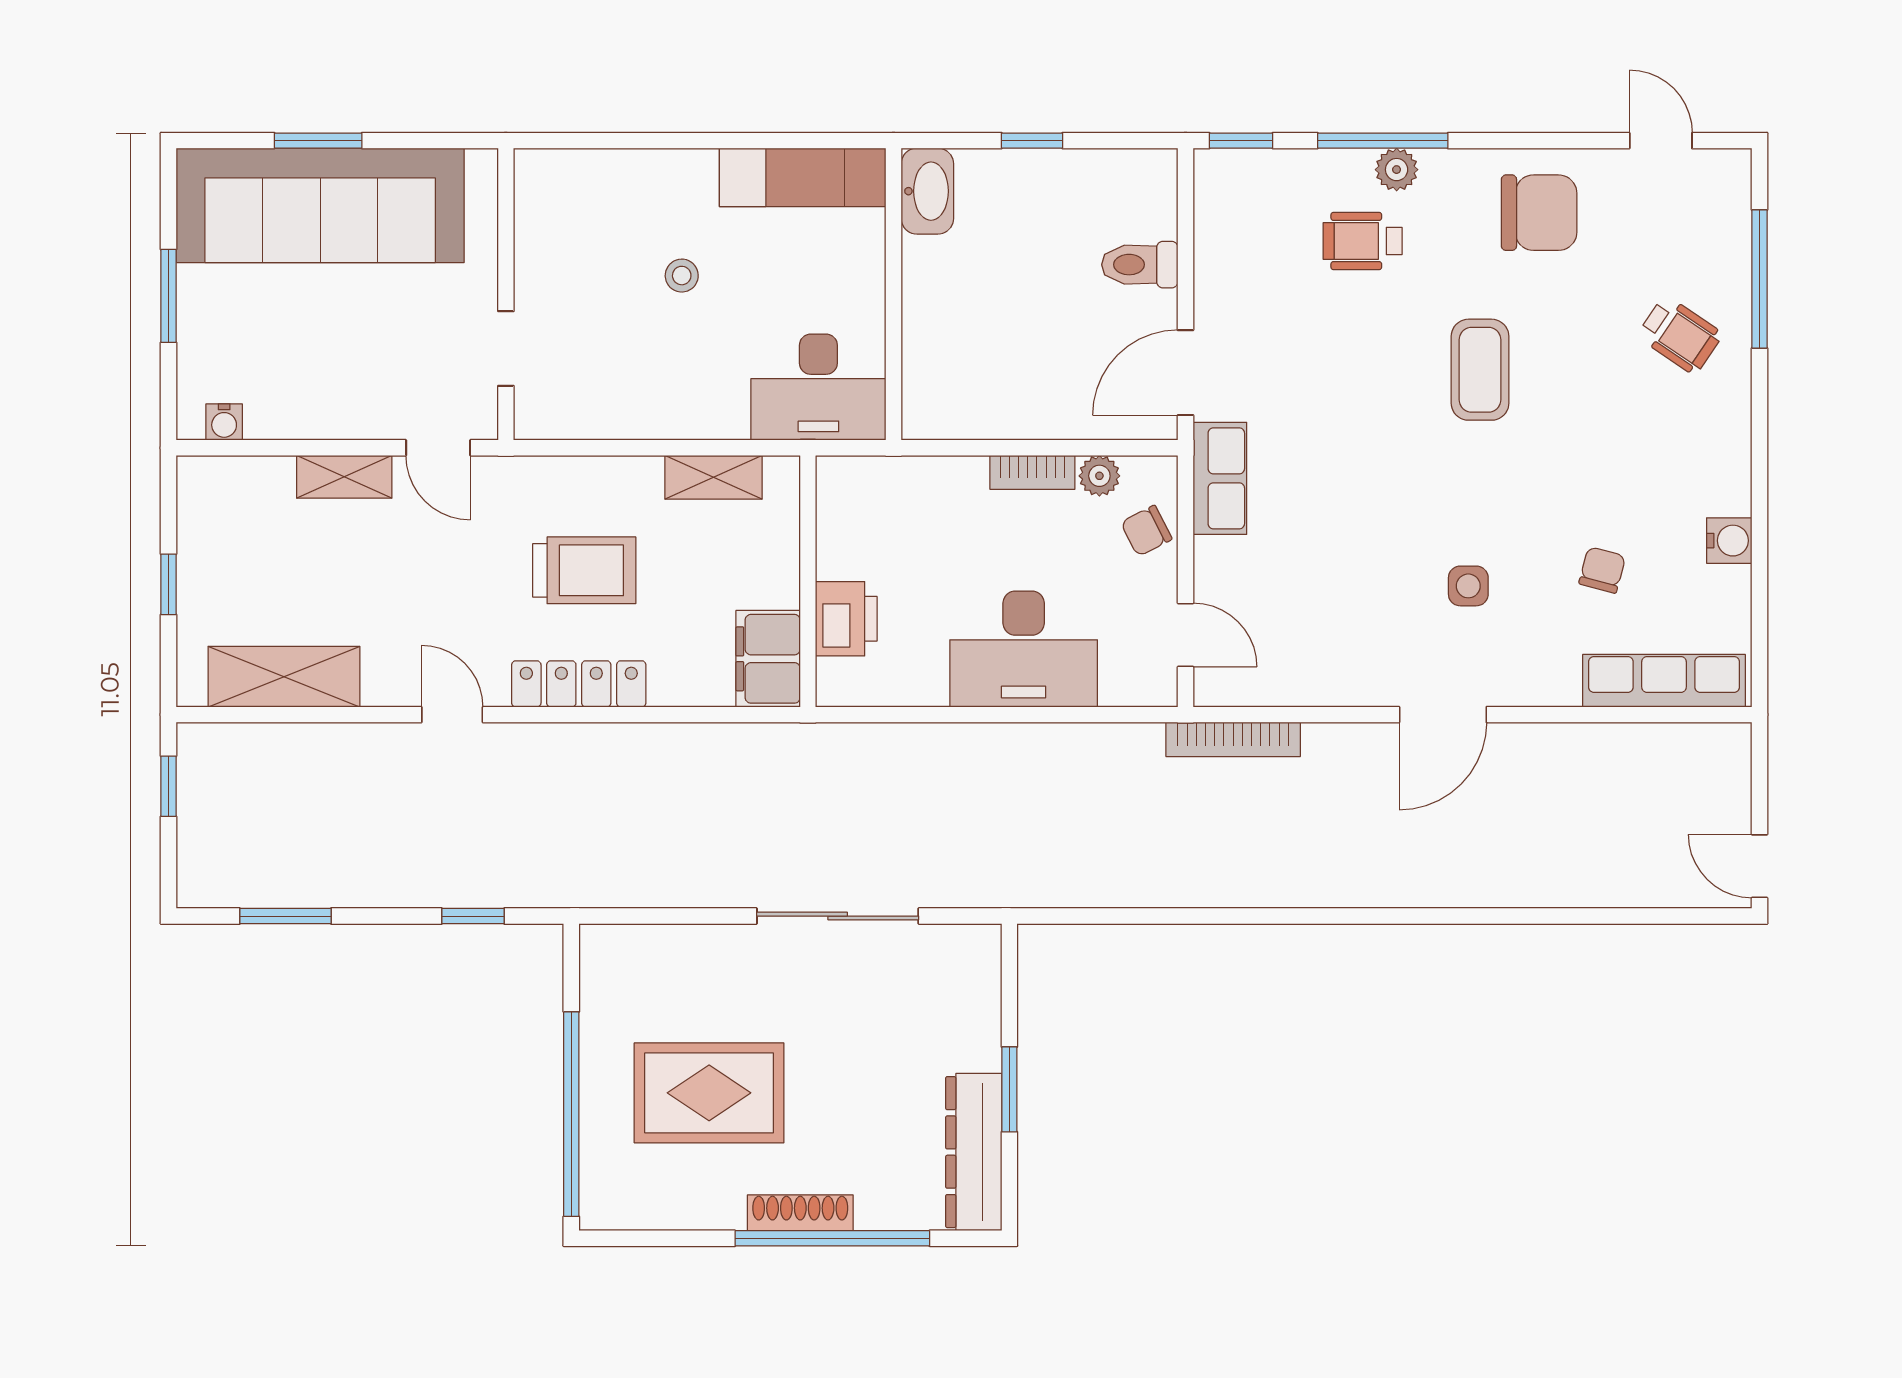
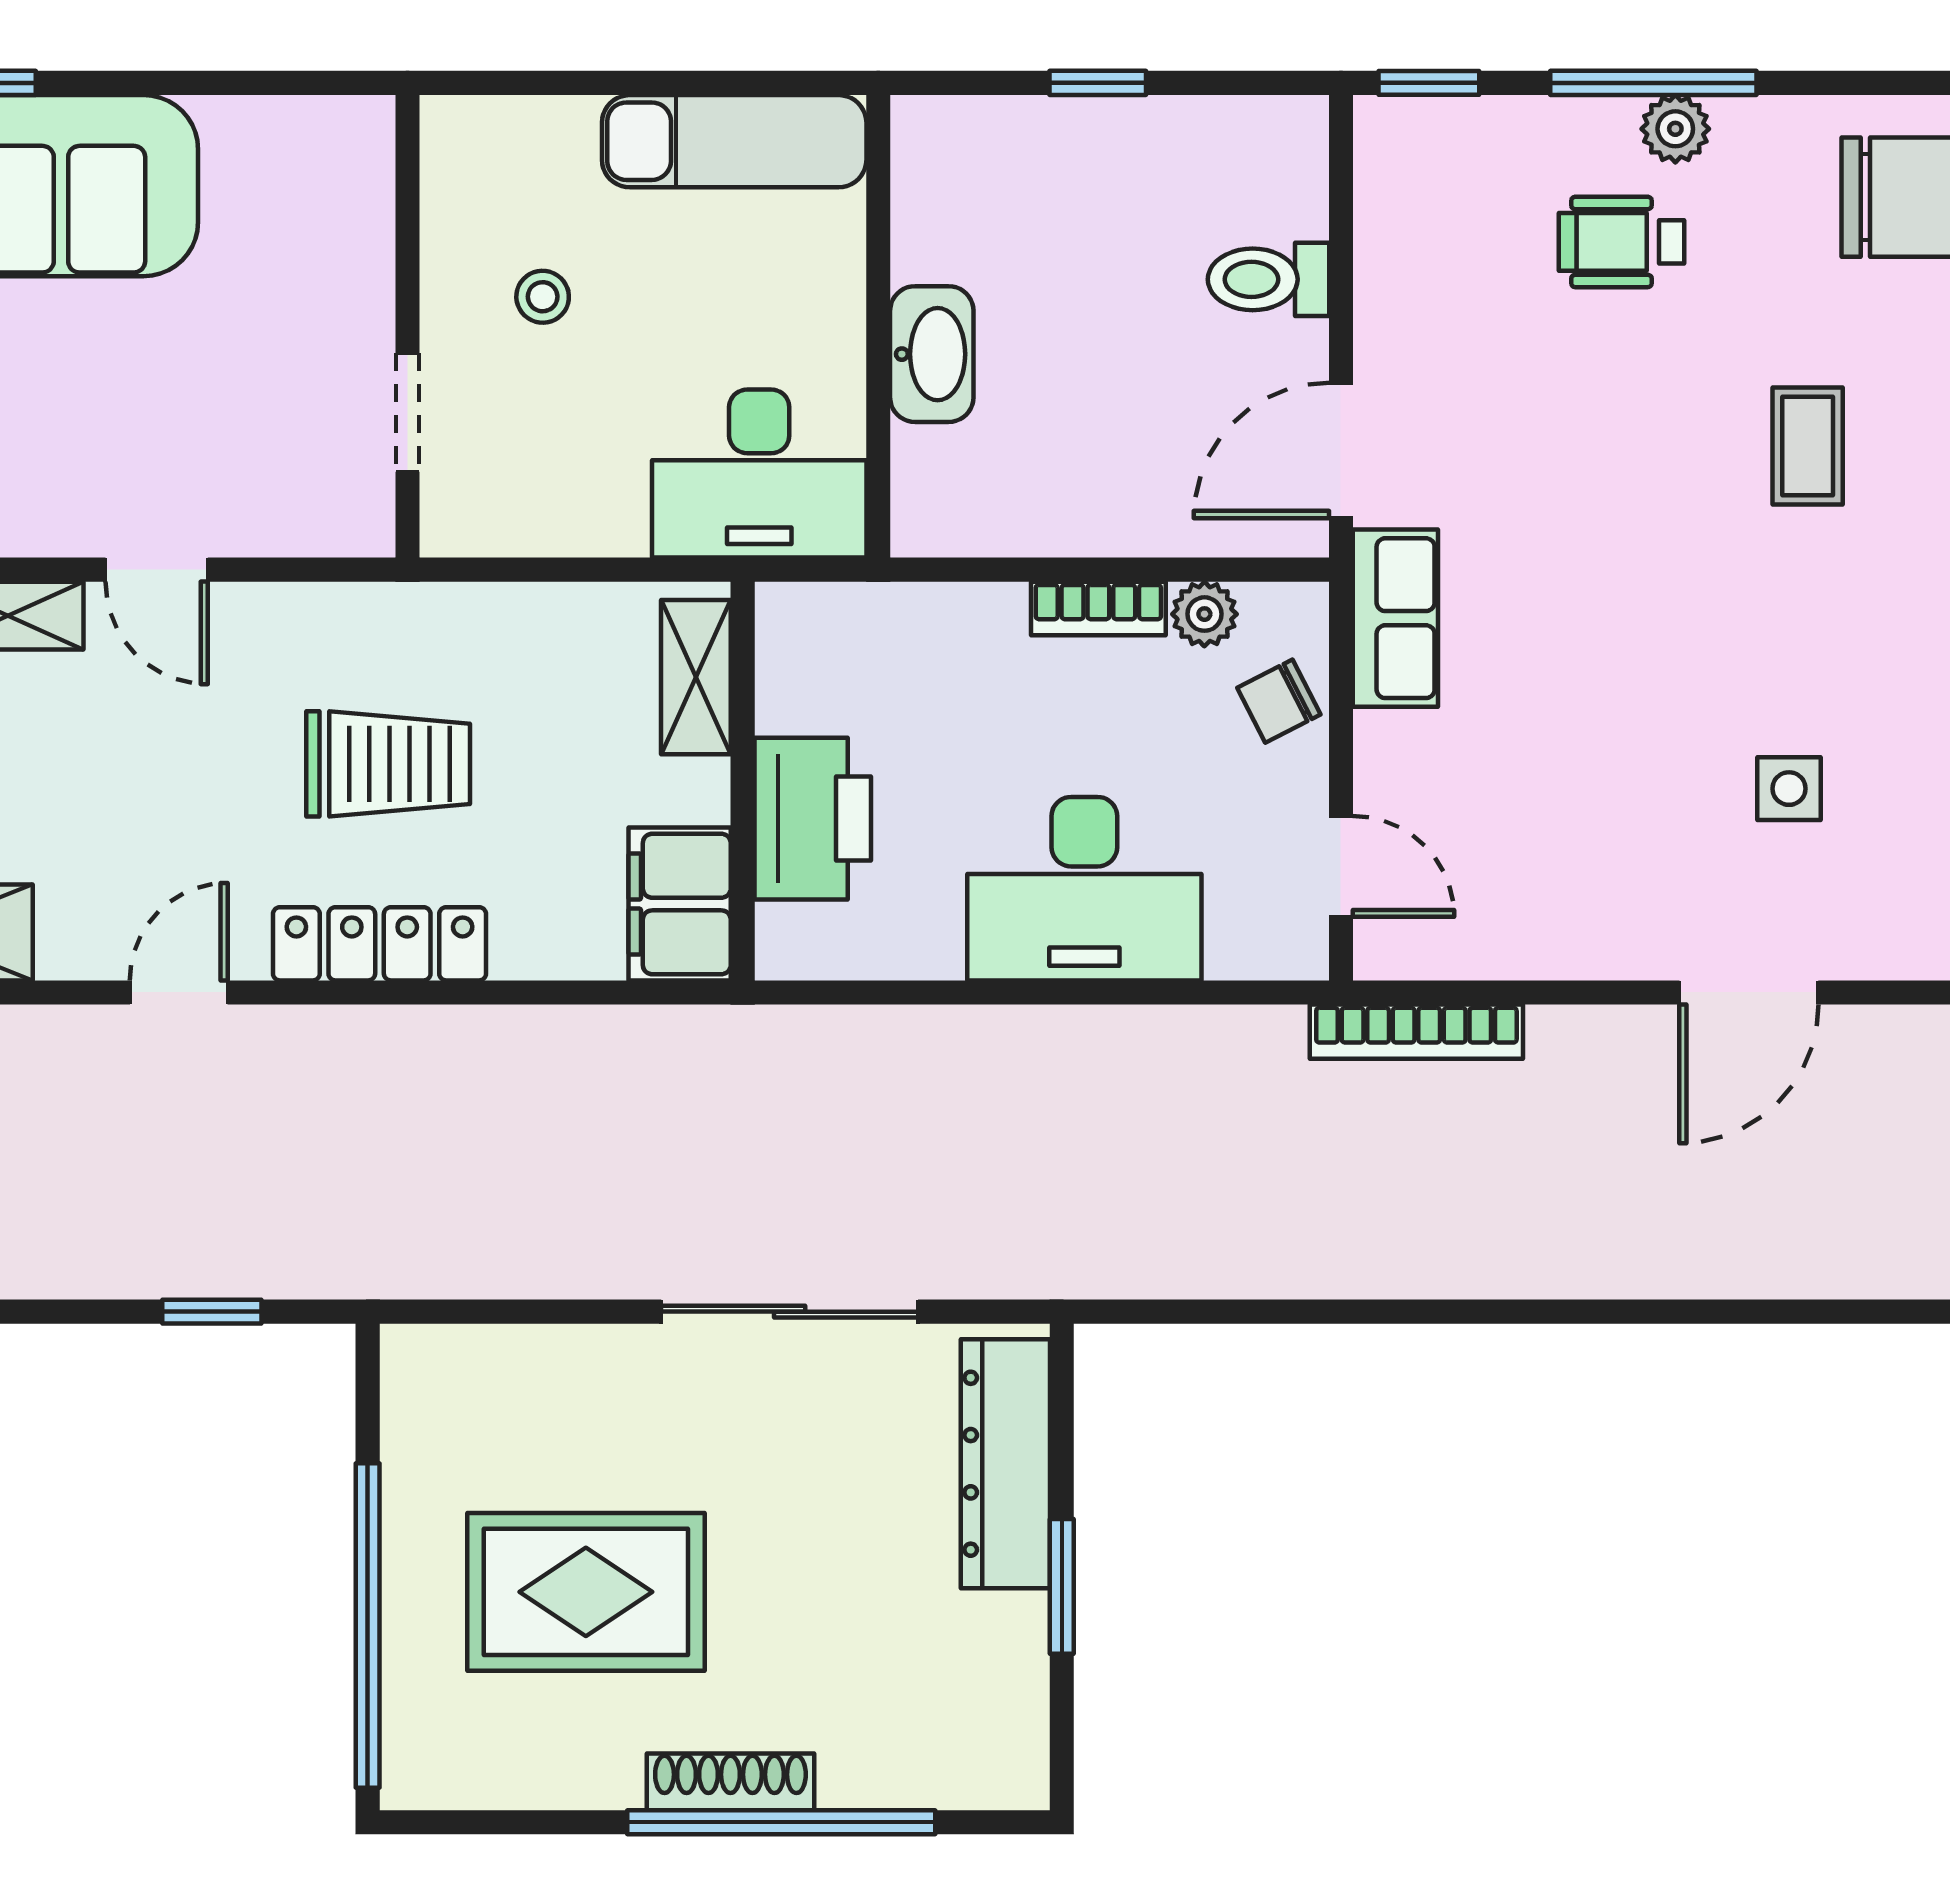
washbasin: (927, 191) -> (932, 354), moved
wall: (506, 294) -> (408, 326), moved
doorway: (506, 349) -> (408, 412), moved
coffee table: (1480, 370) -> (1808, 446), width x0.73, depth x0.77
shelving: (713, 477) -> (696, 677), moved, turned 90
printer: (846, 619) -> (813, 819), width x1.37, depth x1.19
door: (452, 715) -> (179, 992), hinge flipped
dresser: (974, 1152) -> (1005, 1464), moved

